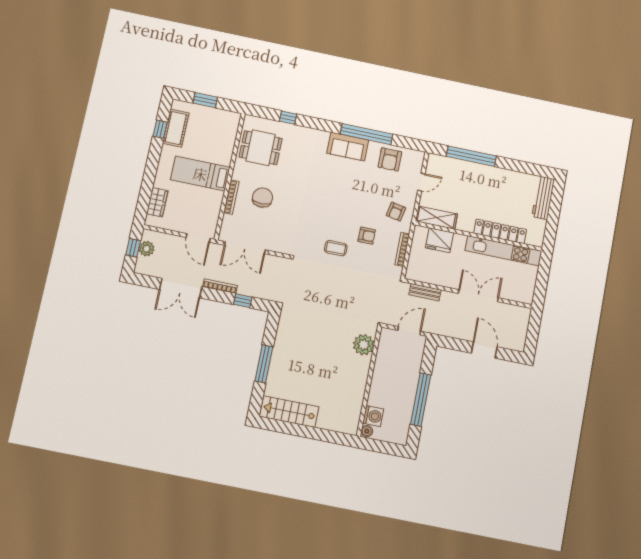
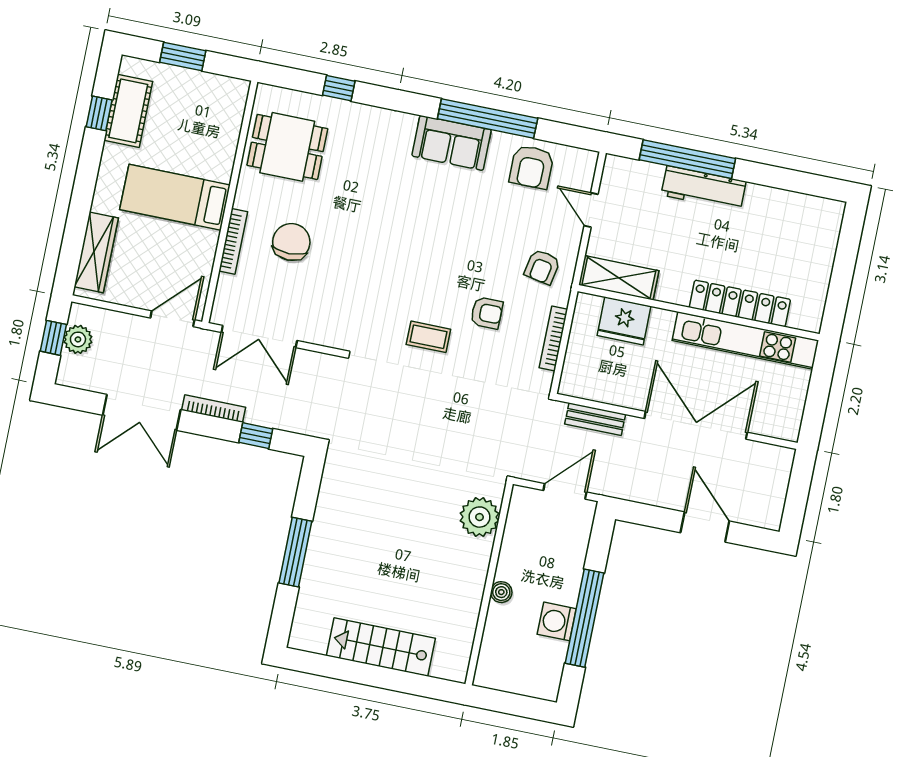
door: (421, 182) -> (591, 210), swing flipped
workbench: (543, 198) -> (704, 188), moved, turned -90
wardrobe: (157, 202) -> (96, 252), width x1.50
door: (198, 238) -> (172, 319), swing flipped
double door: (478, 296) -> (696, 425), width x1.36
stairs: (289, 412) -> (381, 647), moved
washing machine: (373, 416) -> (557, 621), moved, turned 180
boiler: (367, 431) -> (501, 592), moved

